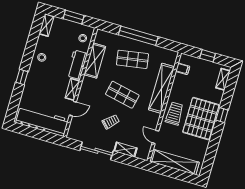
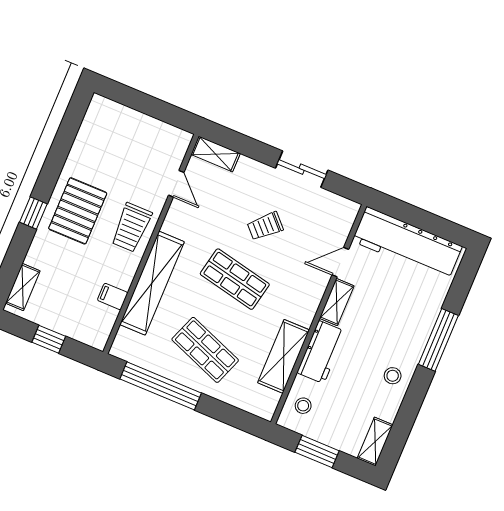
window: (138, 36) -> (161, 386), moved
shop shelf: (132, 59) -> (205, 350), turned 30
filing cabinet: (183, 69) -> (113, 296), moved
window: (22, 77) -> (438, 340), width x2.17
pallet: (201, 119) -> (78, 211), width x0.73, depth x0.71
shelving: (125, 150) -> (215, 154), moved
sliding door: (96, 151) -> (302, 169), width x0.73
shelving: (174, 162) -> (143, 127), removed

